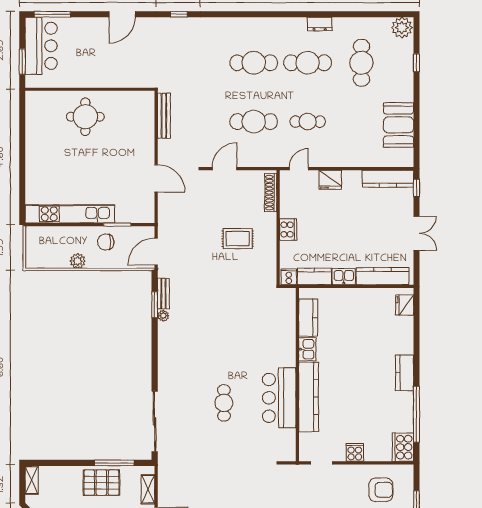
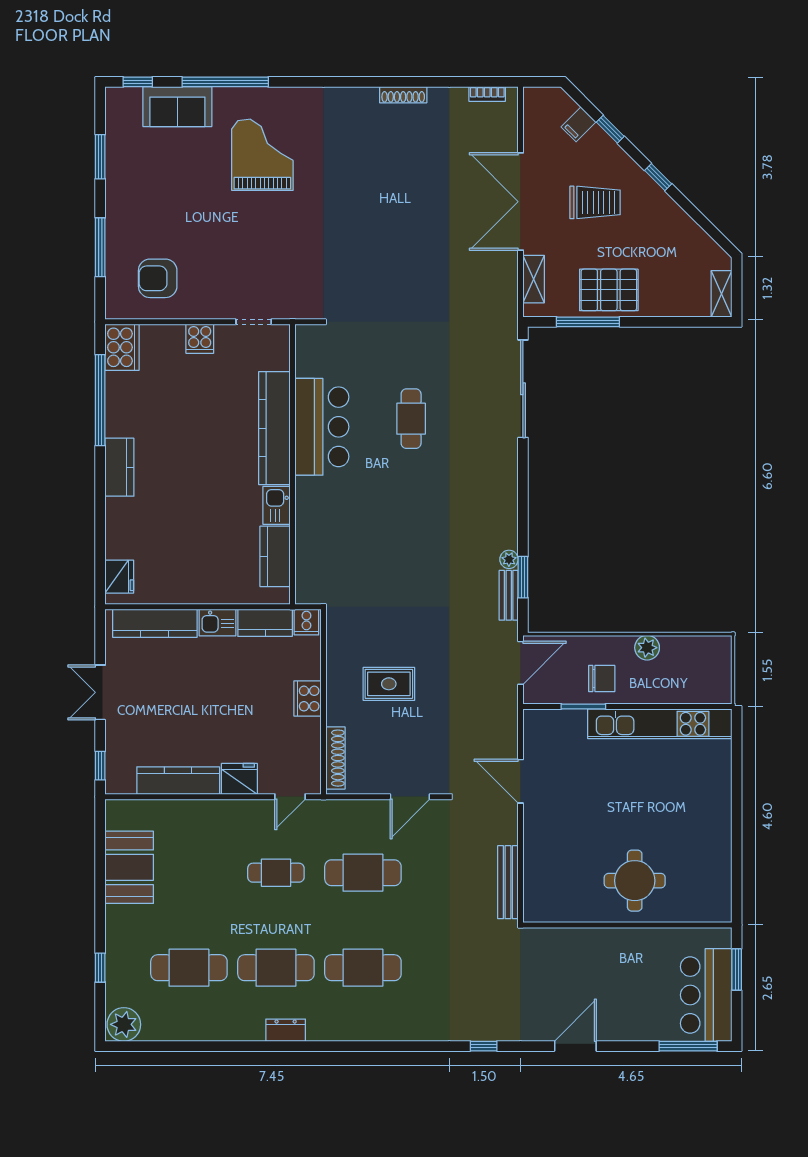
dresser: (320, 24) -> (286, 1030), moved
cafe table: (361, 63) -> (189, 968), turned 90
kitchen counter: (388, 179) -> (178, 781), moved

